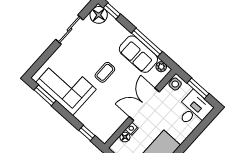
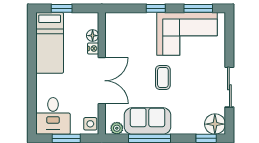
window: (87, 133) -> (156, 8), moved

